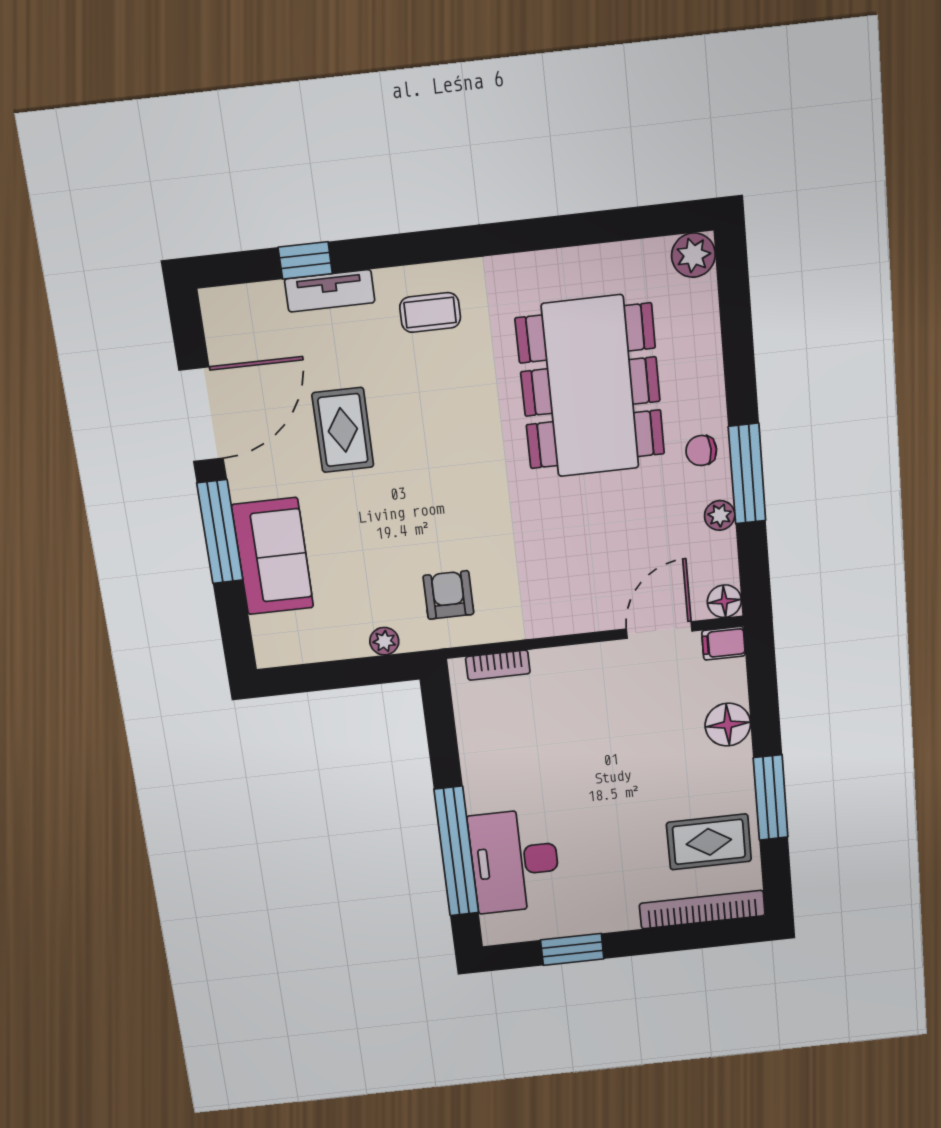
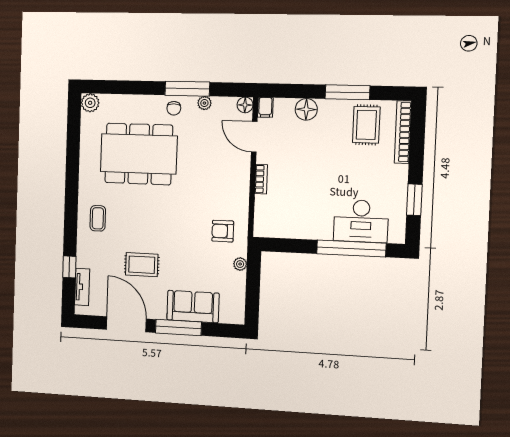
tv unit: (330, 291) -> (82, 287), moved
bookcase: (498, 665) -> (261, 179), moved

